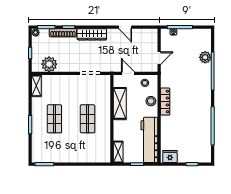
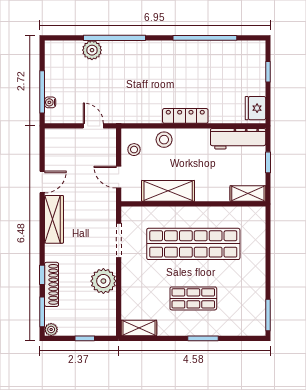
wardrobe: (92, 34) -> (54, 219), moved
plant: (49, 64) -> (103, 281), moved
door: (128, 73) -> (119, 177), hinge flipped
locker: (165, 102) -> (185, 116), moved
shop shelf: (87, 119) -> (193, 244), width x2.00, depth x1.36
workbench: (149, 140) -> (238, 139), width x0.73, depth x0.76

